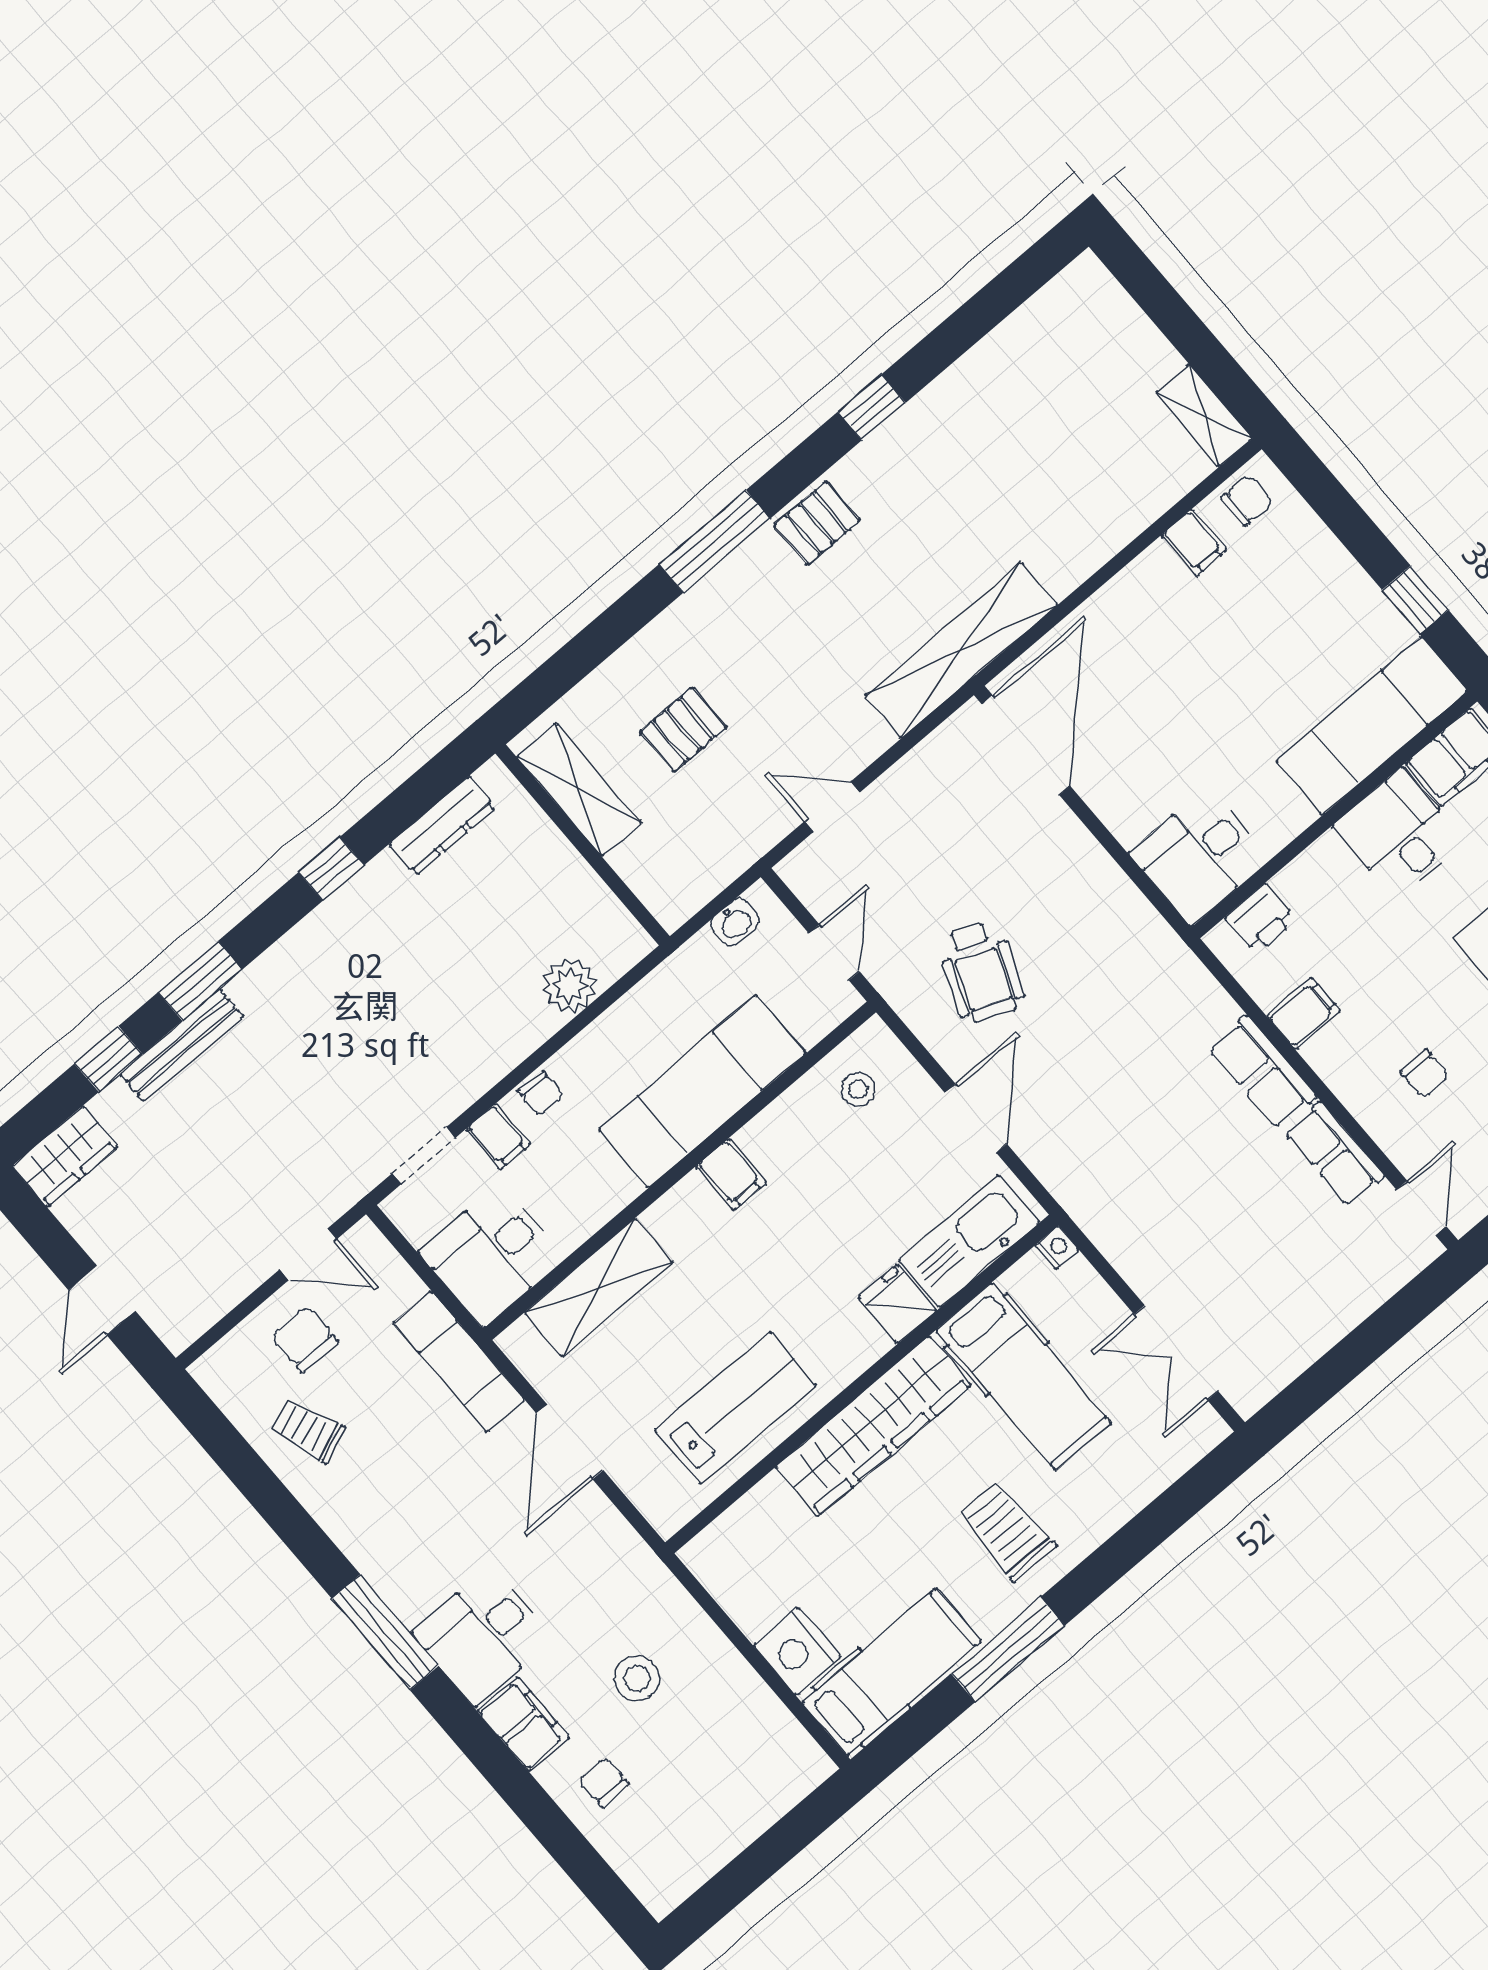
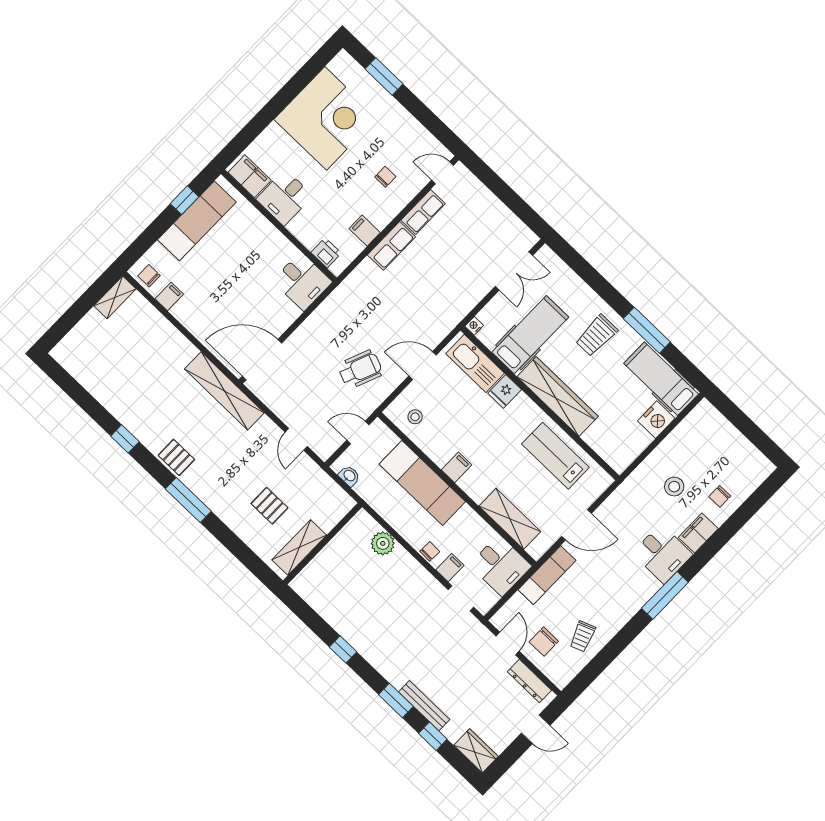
exam couch: (1372, 726) -> (197, 221), moved, turned -90
dresser: (442, 826) -> (529, 681), moved, turned 180

